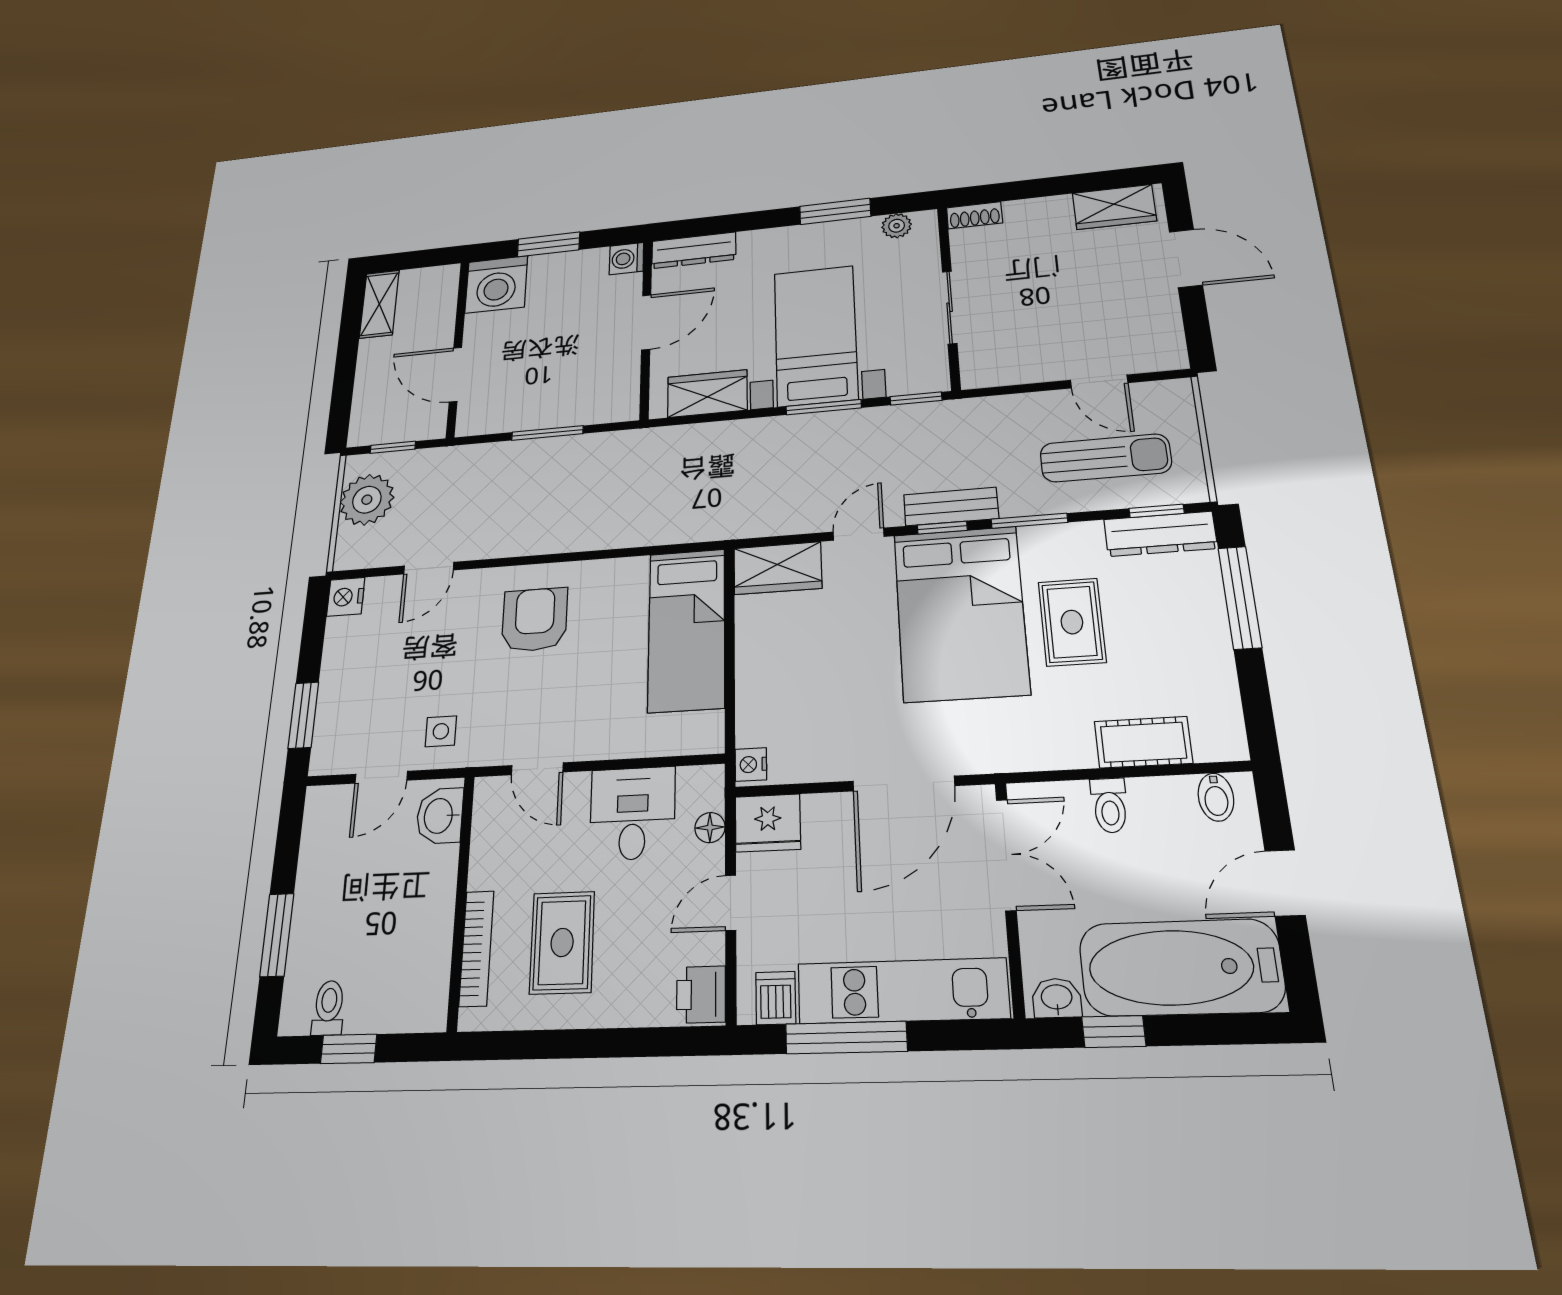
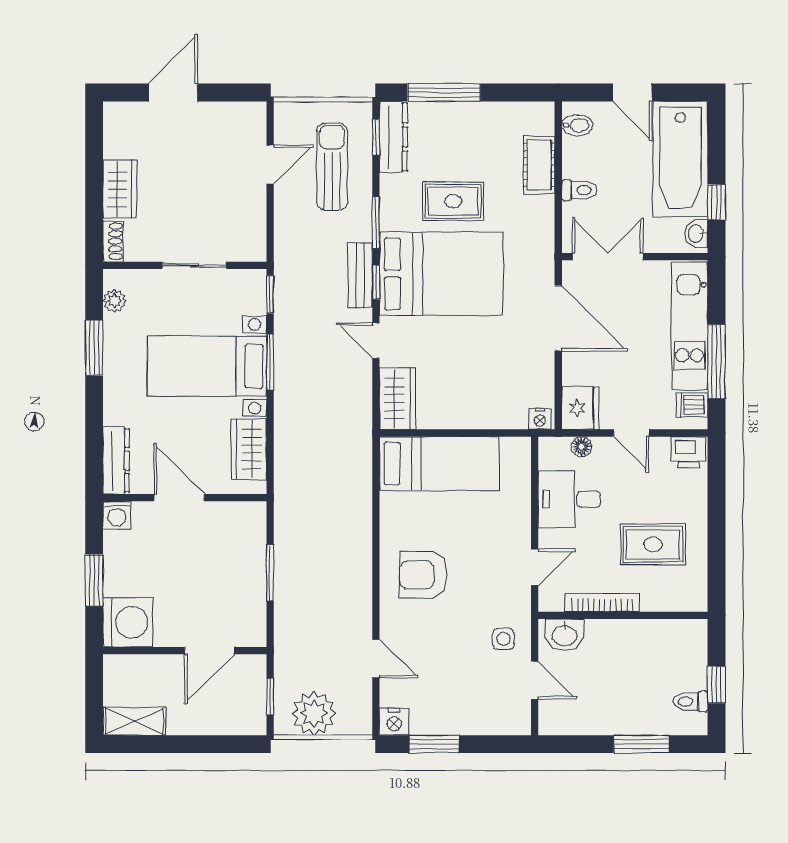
wardrobe: (1114, 207) -> (120, 189), moved
window: (303, 715) -> (434, 744), moved
bookcase: (476, 948) -> (602, 602), moved

